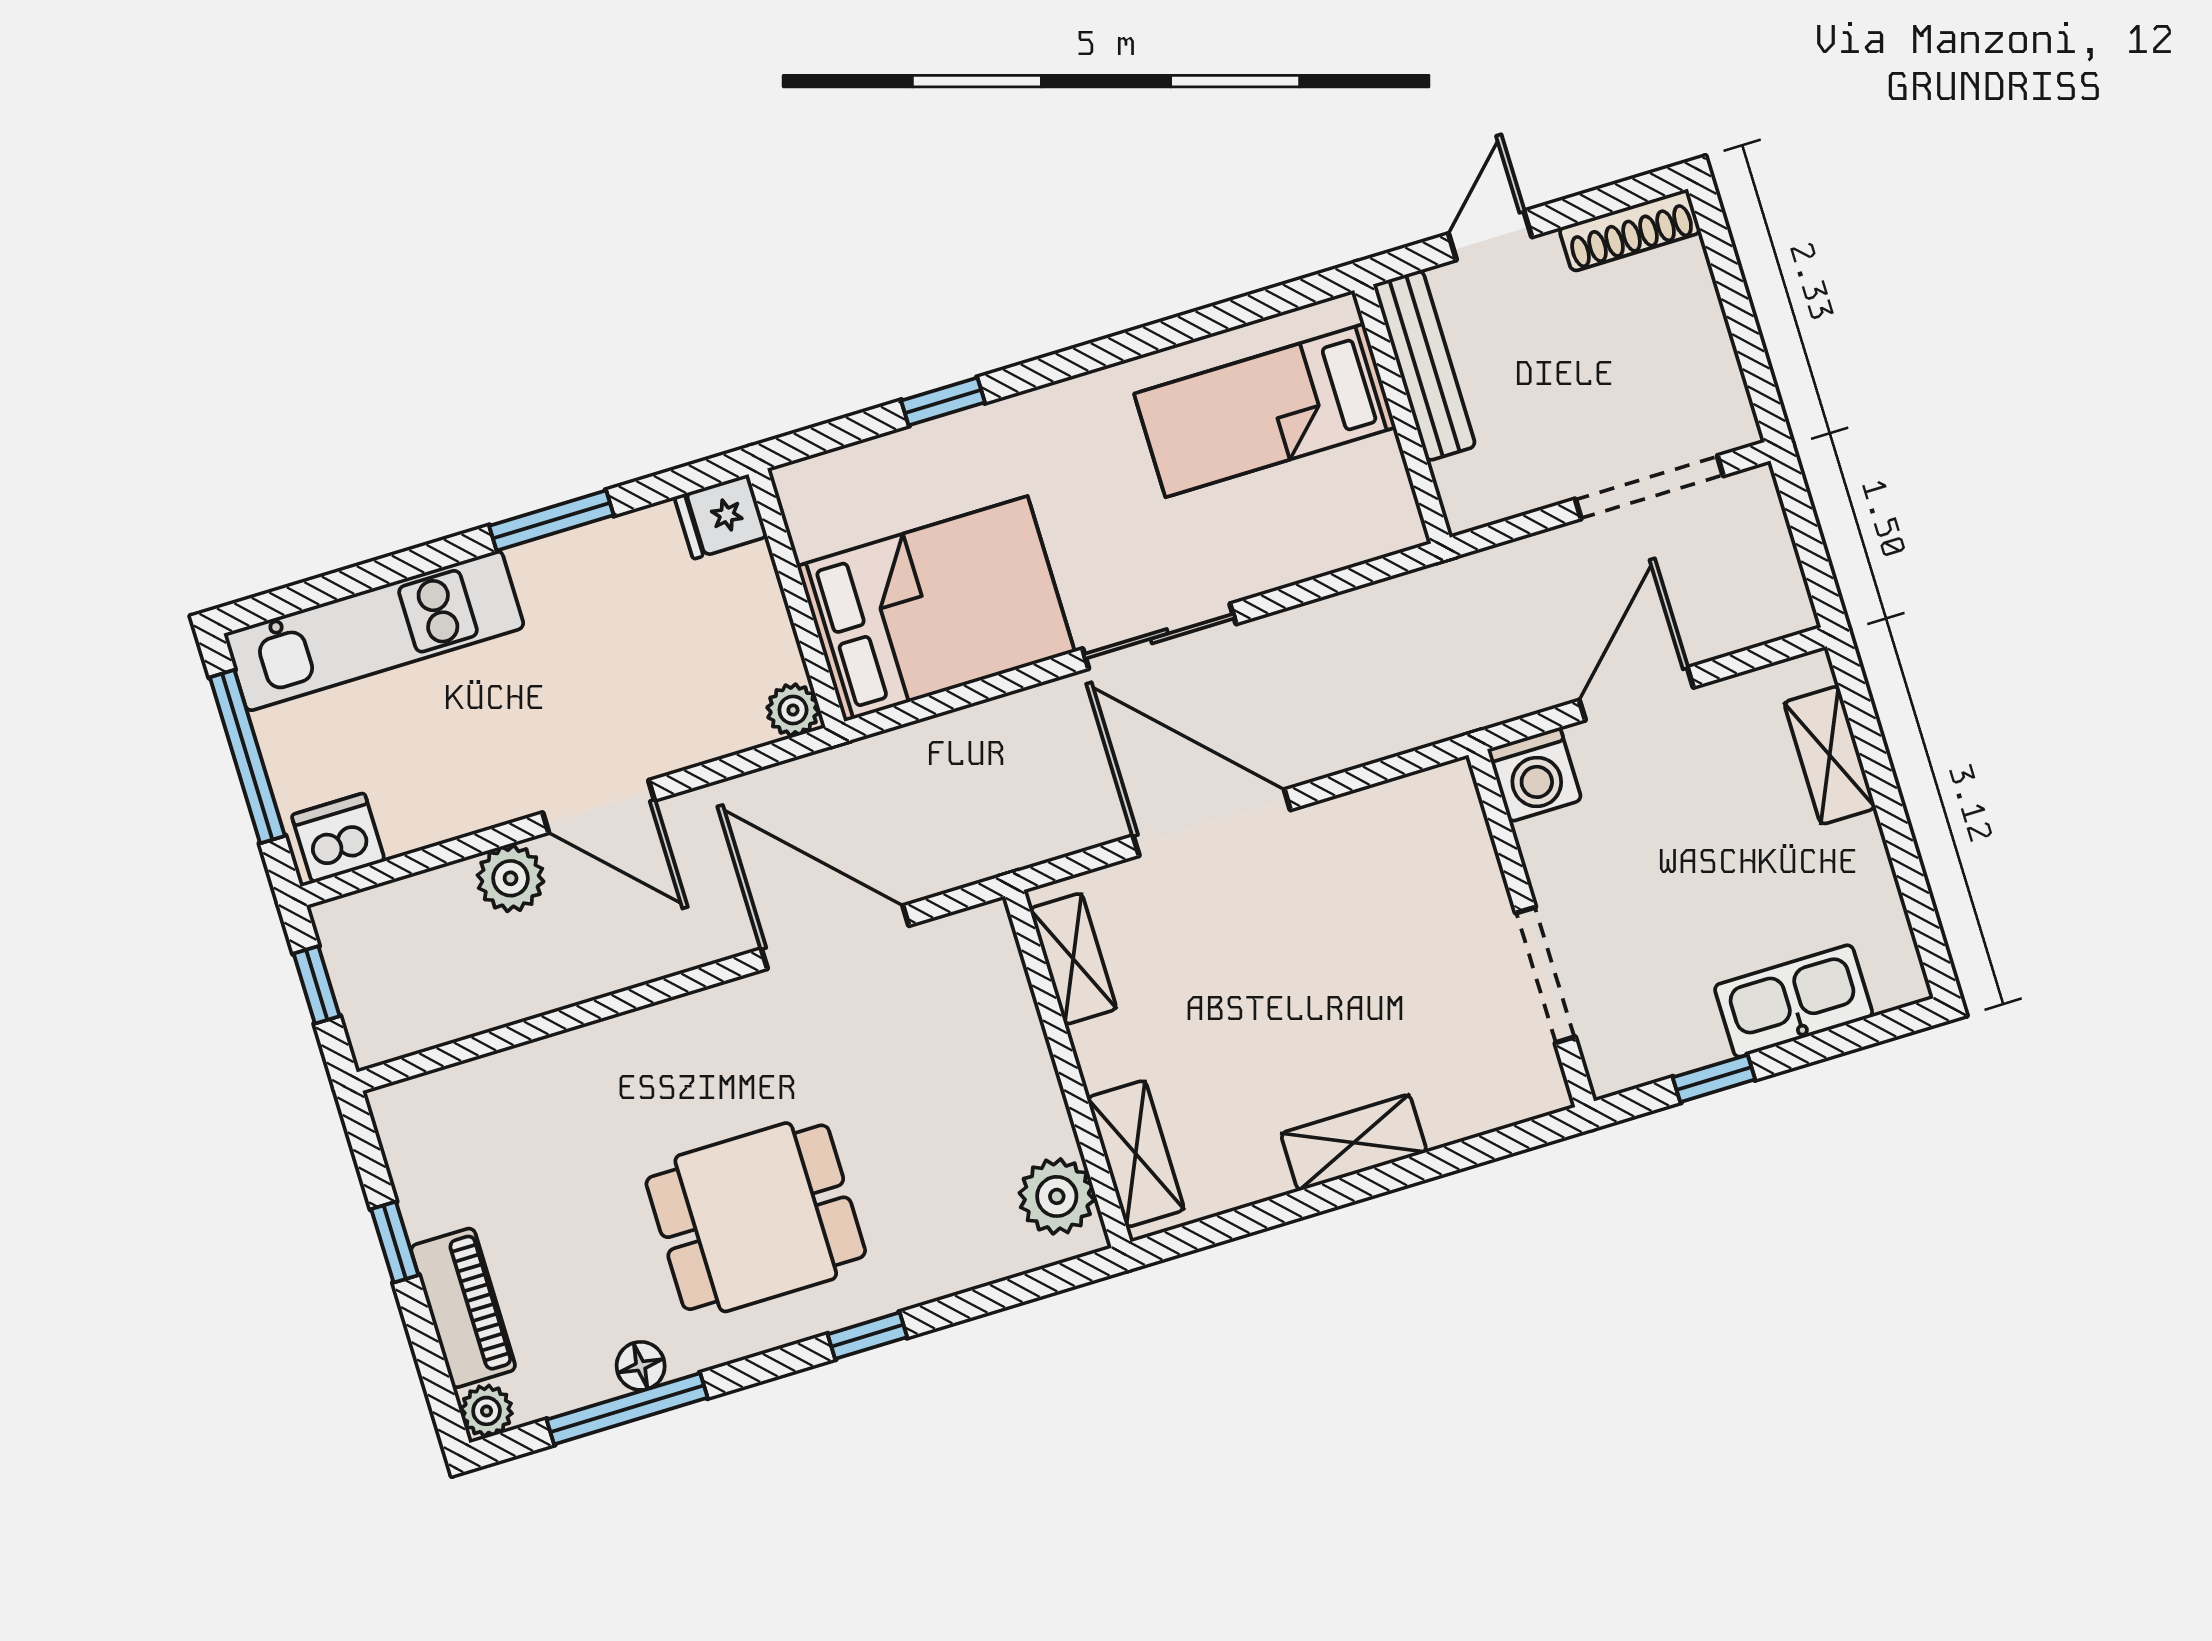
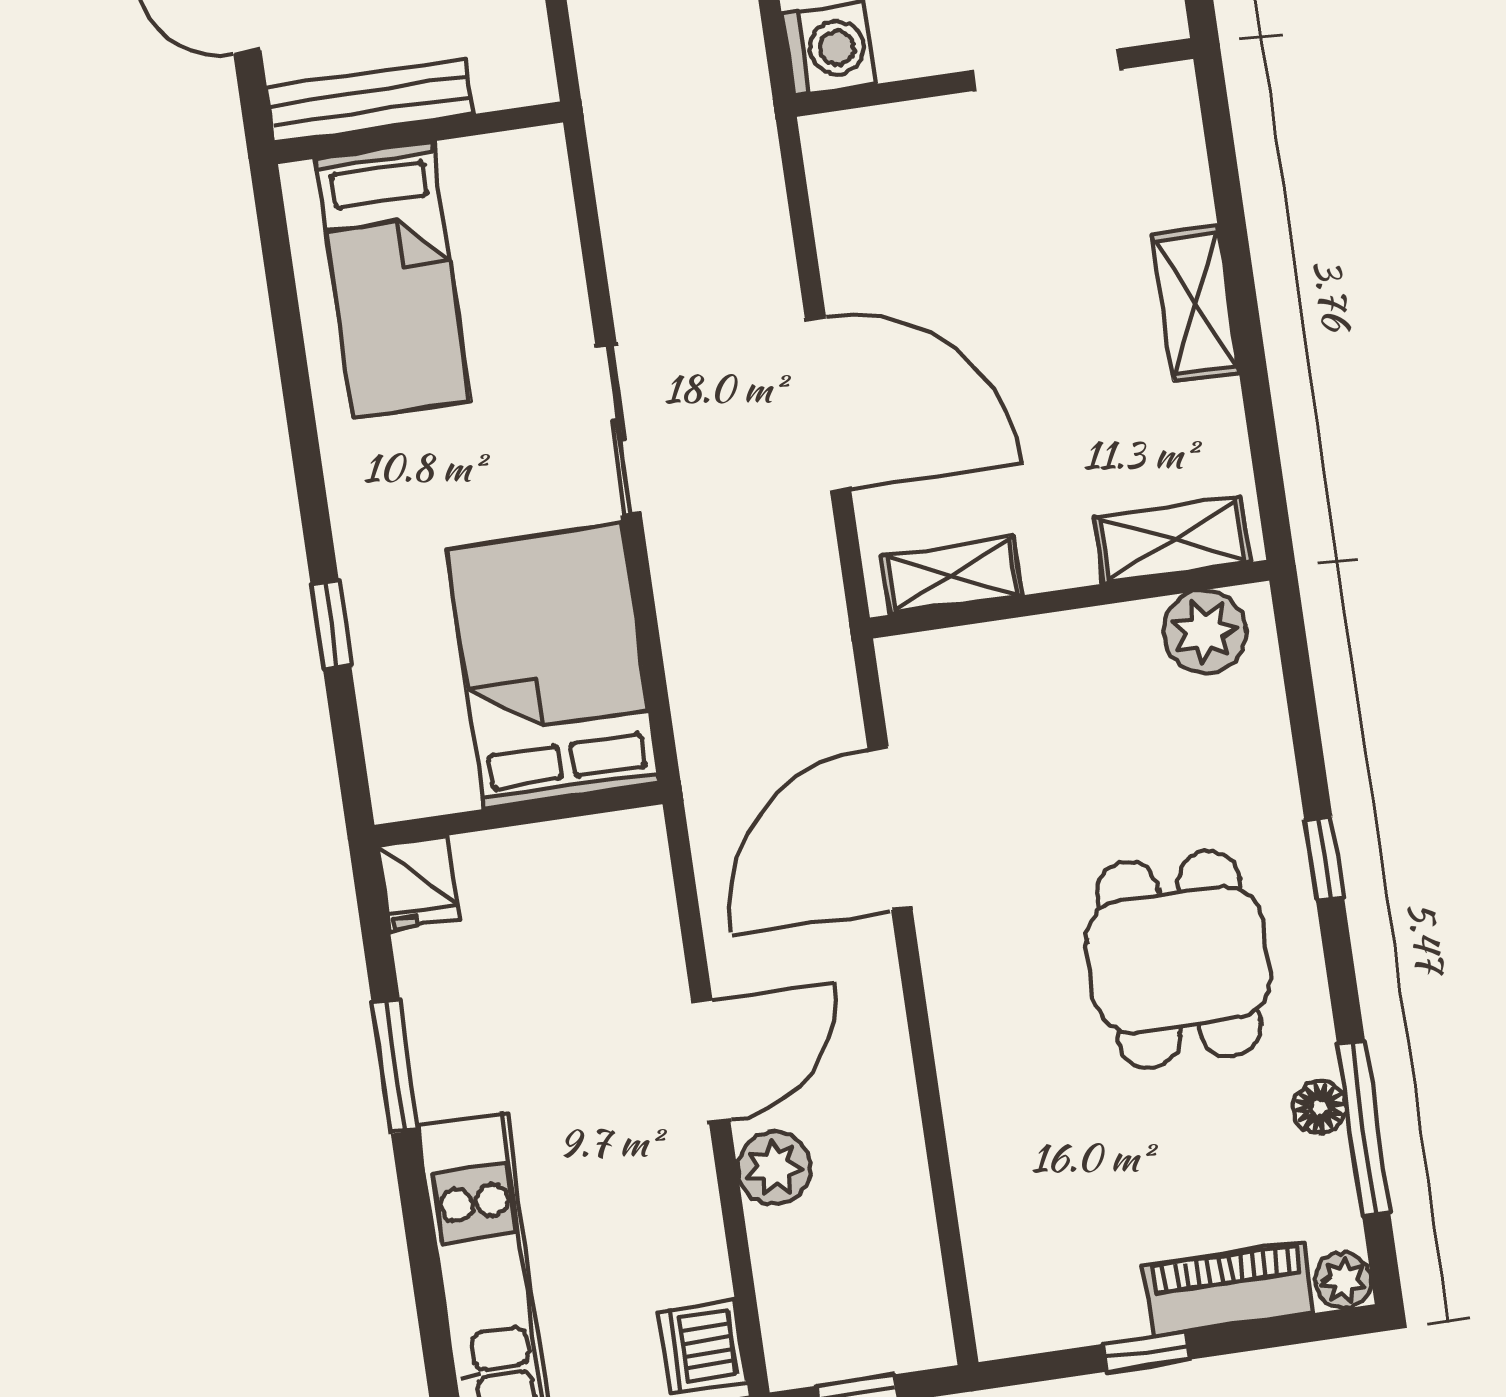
plant: (793, 710) -> (638, 836), removed
door: (1212, 823) -> (828, 404), swing flipped

